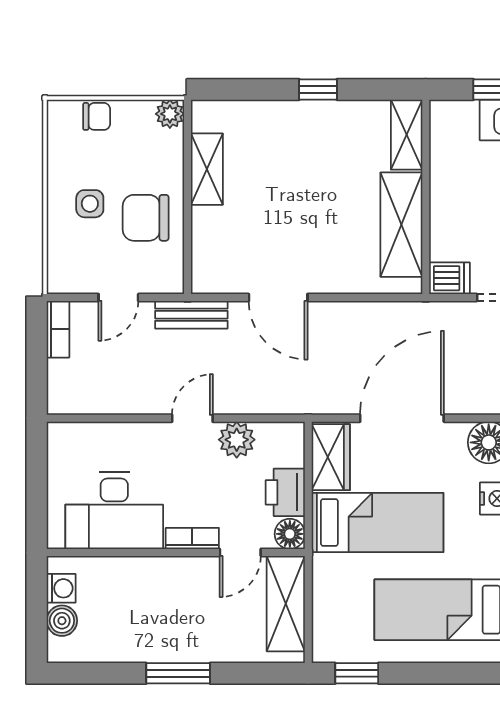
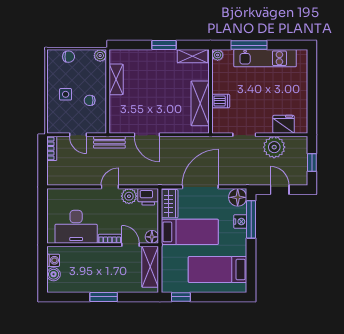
window: (318, 90) -> (164, 45), width x1.50
plant: (442, 113) -> (218, 55), added
shelving: (407, 135) -> (192, 56), moved, turned 90
chair: (146, 218) -> (90, 100), width x0.54, depth x0.54
dishwasher: (449, 278) -> (221, 101), moved
door: (118, 298) -> (78, 135), hinge flipped
printer: (285, 492) -> (148, 197), moved, turned -90
door: (240, 552) -> (131, 245), swing flipped

